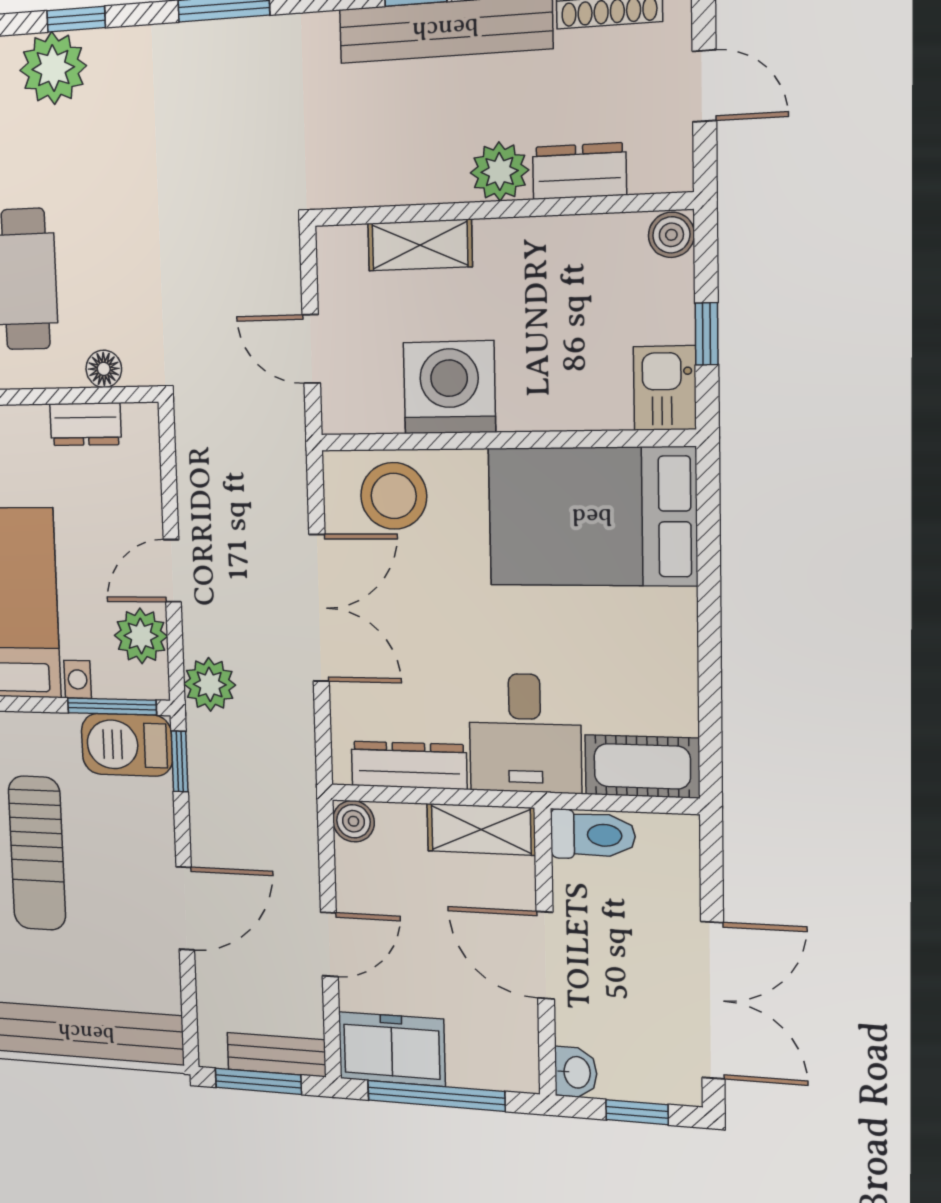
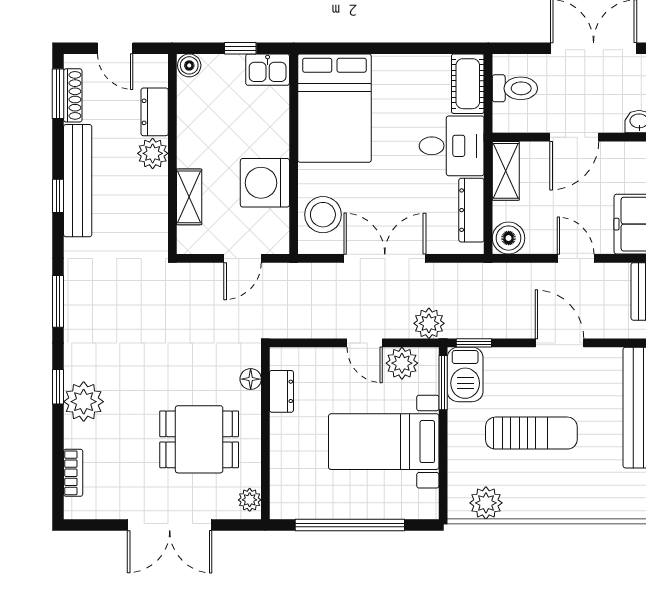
door: (704, 86) -> (115, 48), swing flipped
boiler: (353, 821) -> (509, 238), width x1.36, depth x1.36
toilet: (593, 835) -> (515, 88), moved, turned 90

